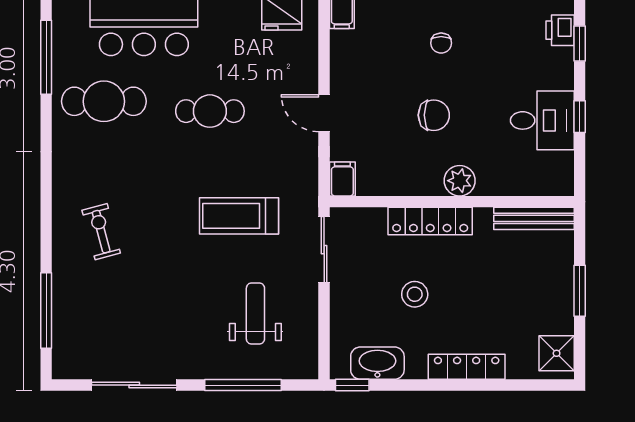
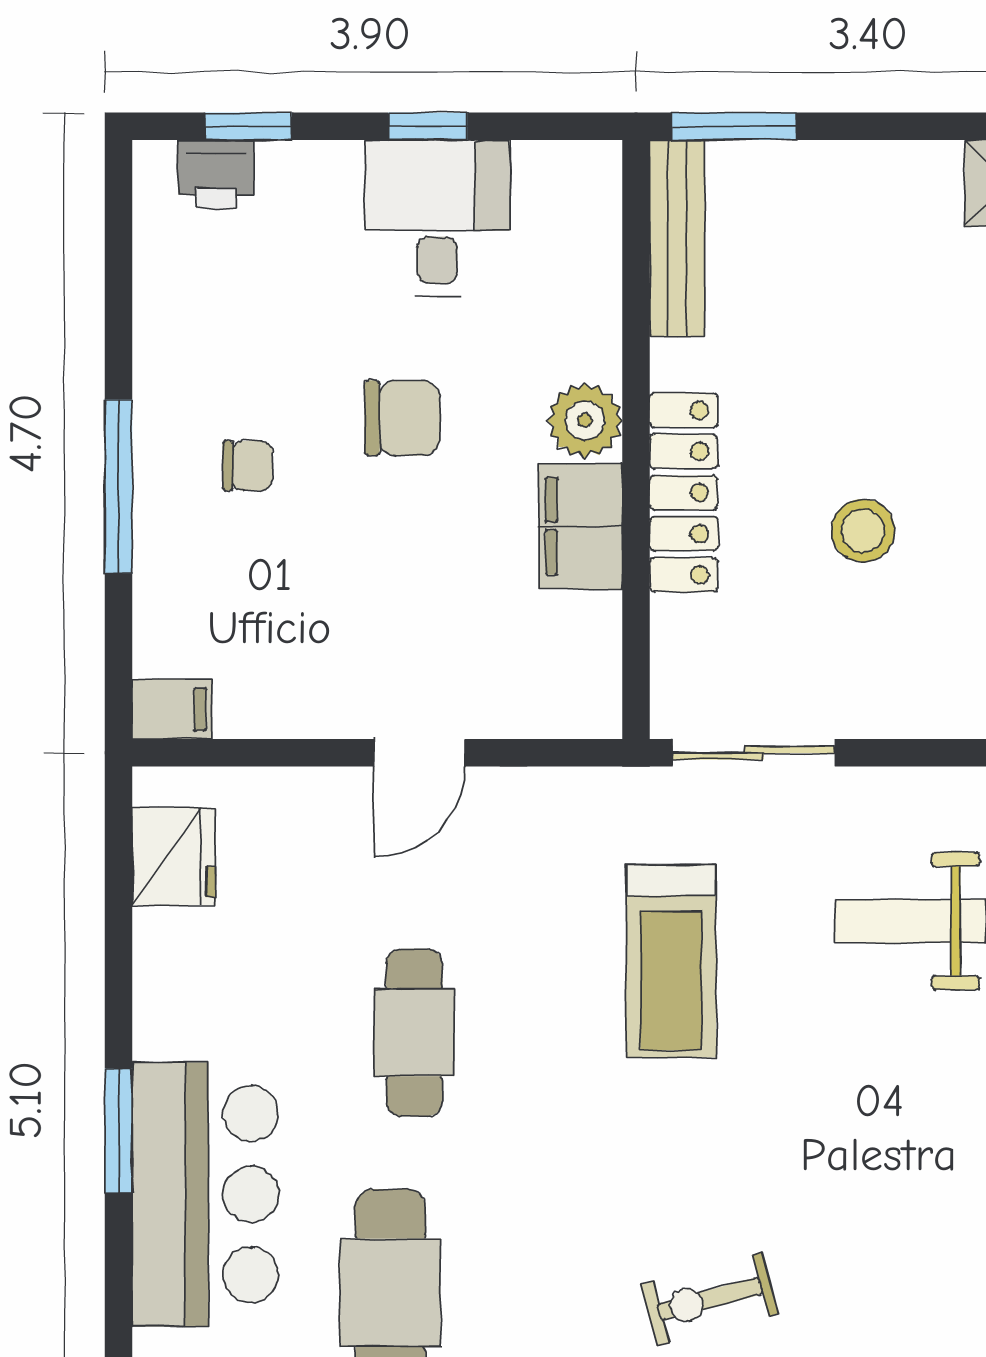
chair: (434, 115) -> (402, 418), moved, turned 90
filing cabinet: (342, 179) -> (581, 526), moved, width x2.00
window: (580, 291) -> (734, 126), moved

